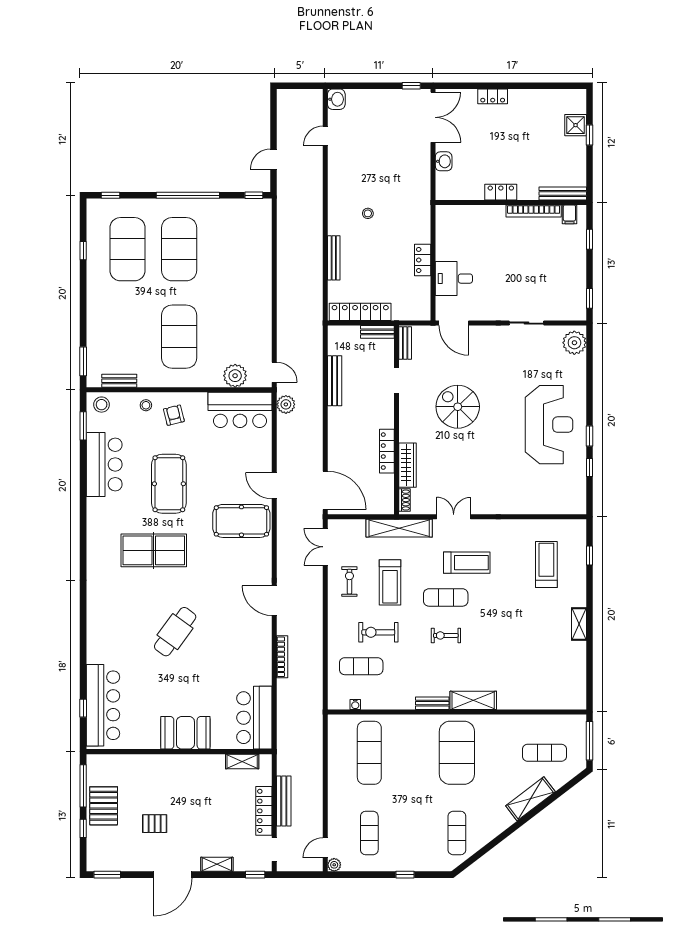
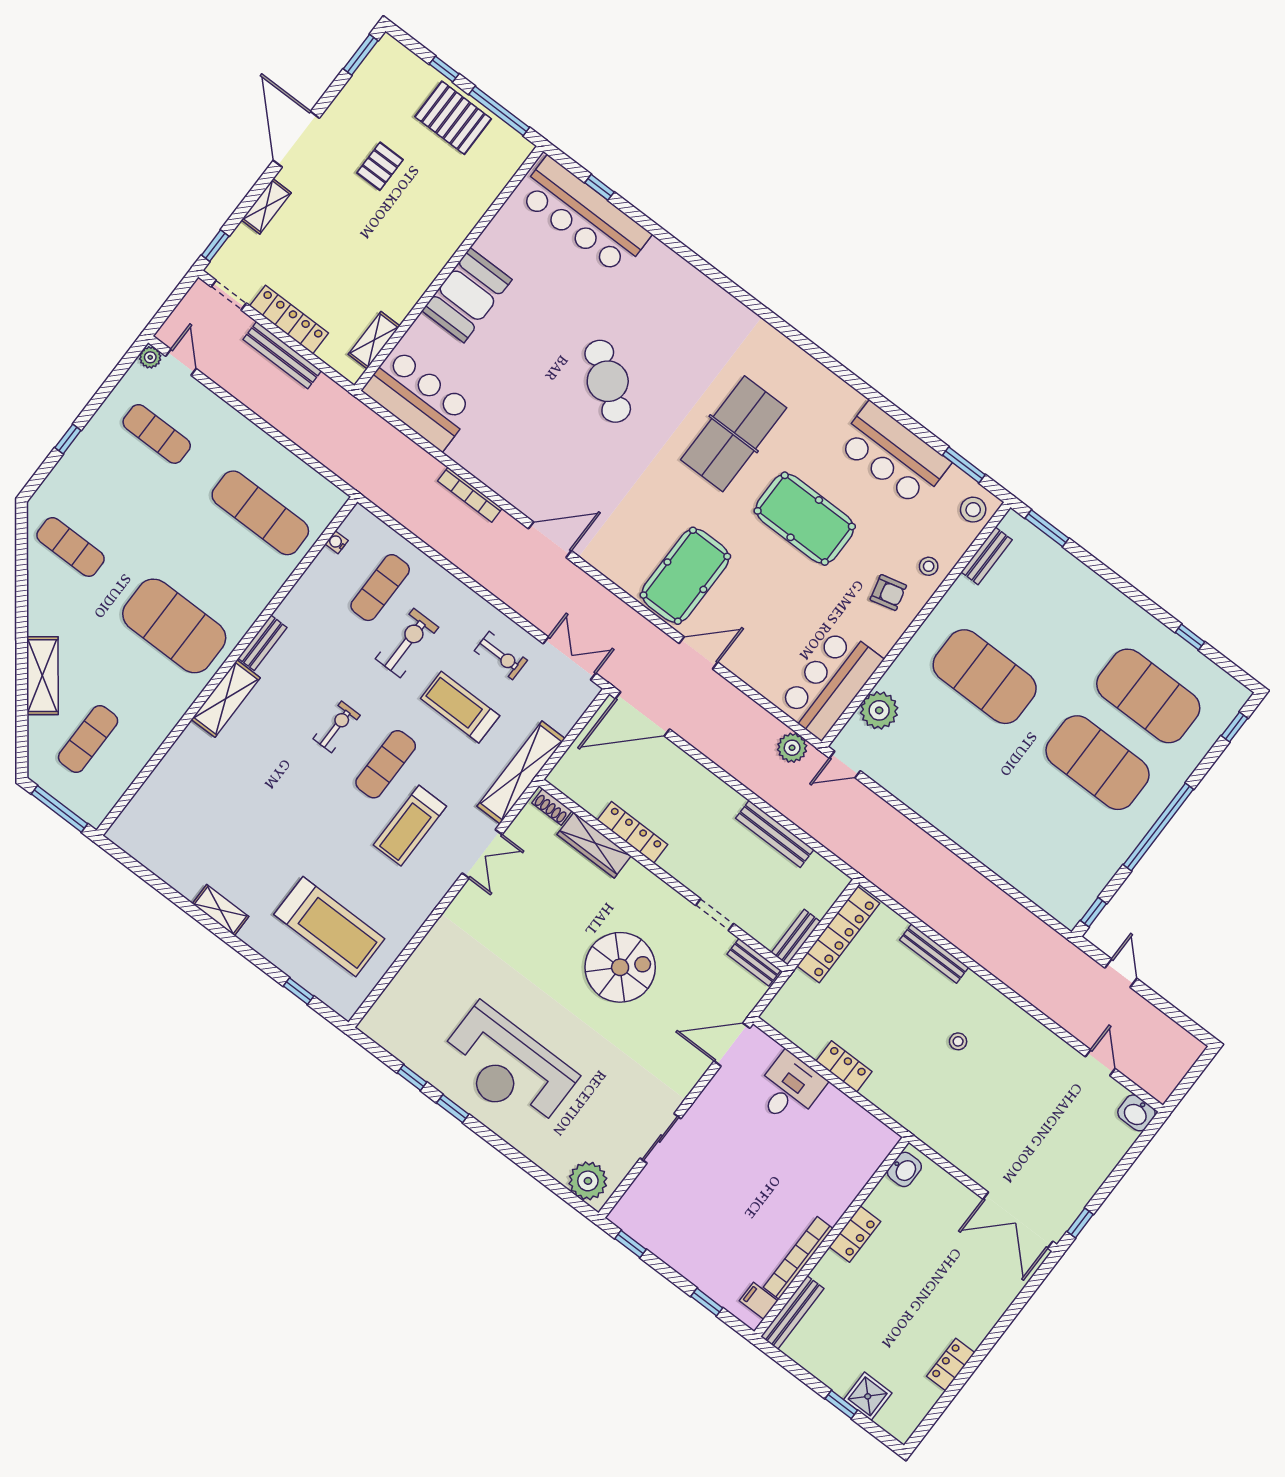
locker: (493, 96) -> (951, 1364), moved
washbasin: (444, 161) -> (904, 1169), moved, turned -90
treadmill: (546, 564) -> (329, 927), width x1.37, depth x1.37

